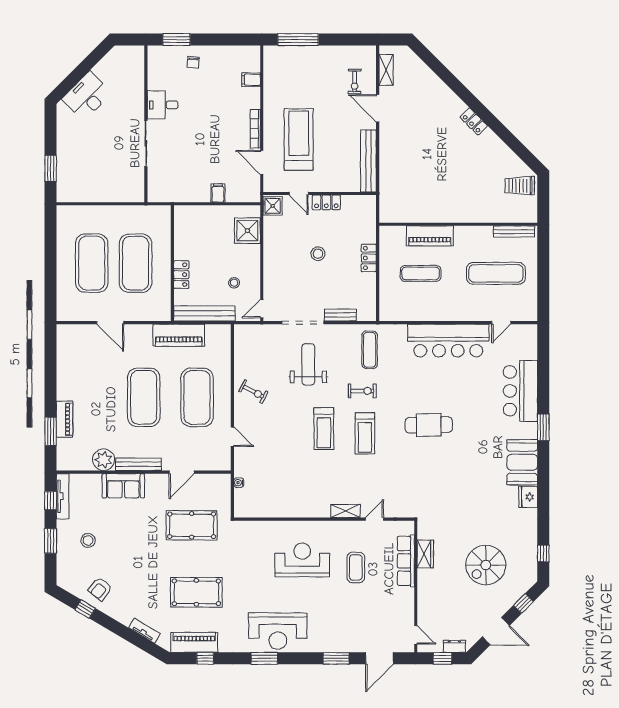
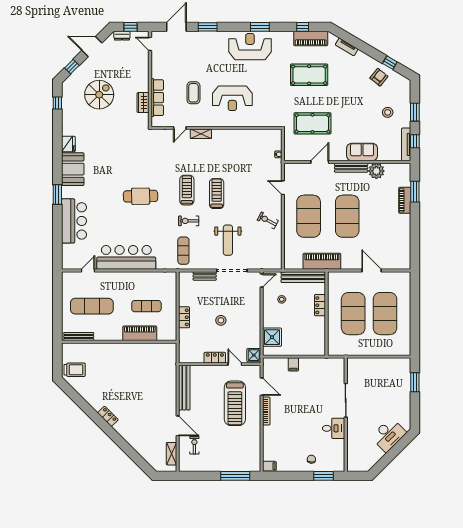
filing cabinet: (251, 80) -> (269, 466), moved

